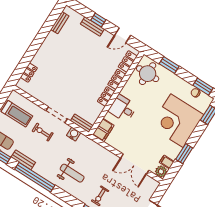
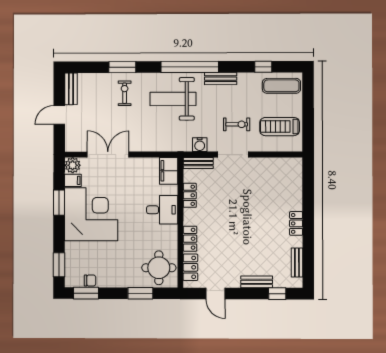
window: (98, 20) -> (277, 294), moved
door: (123, 35) -> (215, 293), swing flipped
locker: (29, 73) -> (296, 223), moved
locker: (106, 96) -> (190, 195), moved
corner desk: (177, 121) -> (91, 214), moved
bench: (23, 160) -> (221, 79), moved
weight bench: (72, 173) -> (173, 99), width x1.36, depth x1.33
window: (35, 177) -> (190, 67), moved

